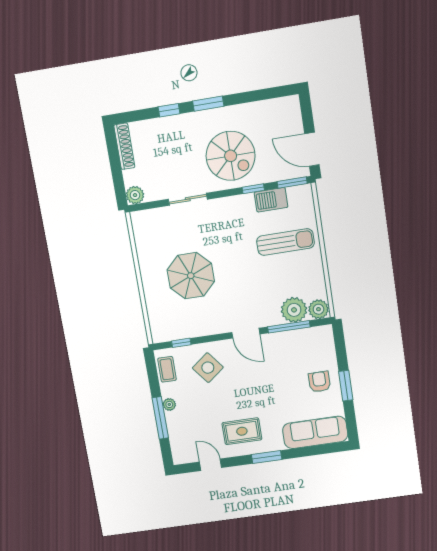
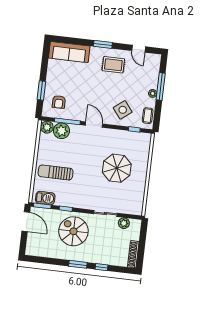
plant: (135, 195) -> (124, 223), moved
barbecue: (271, 200) -> (45, 198), moved
armchair: (319, 382) -> (59, 102), moved
window: (346, 386) -> (41, 90), moved

